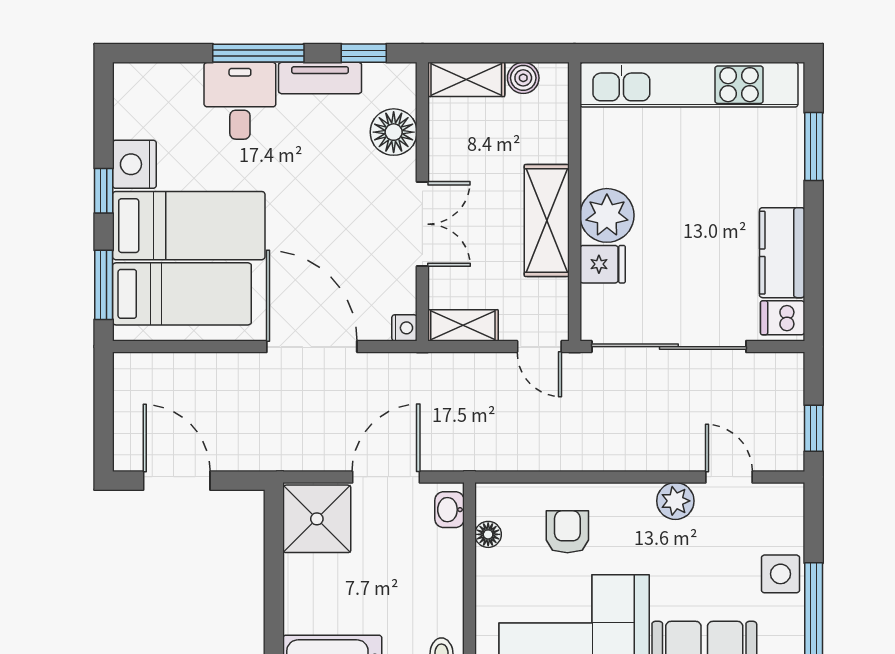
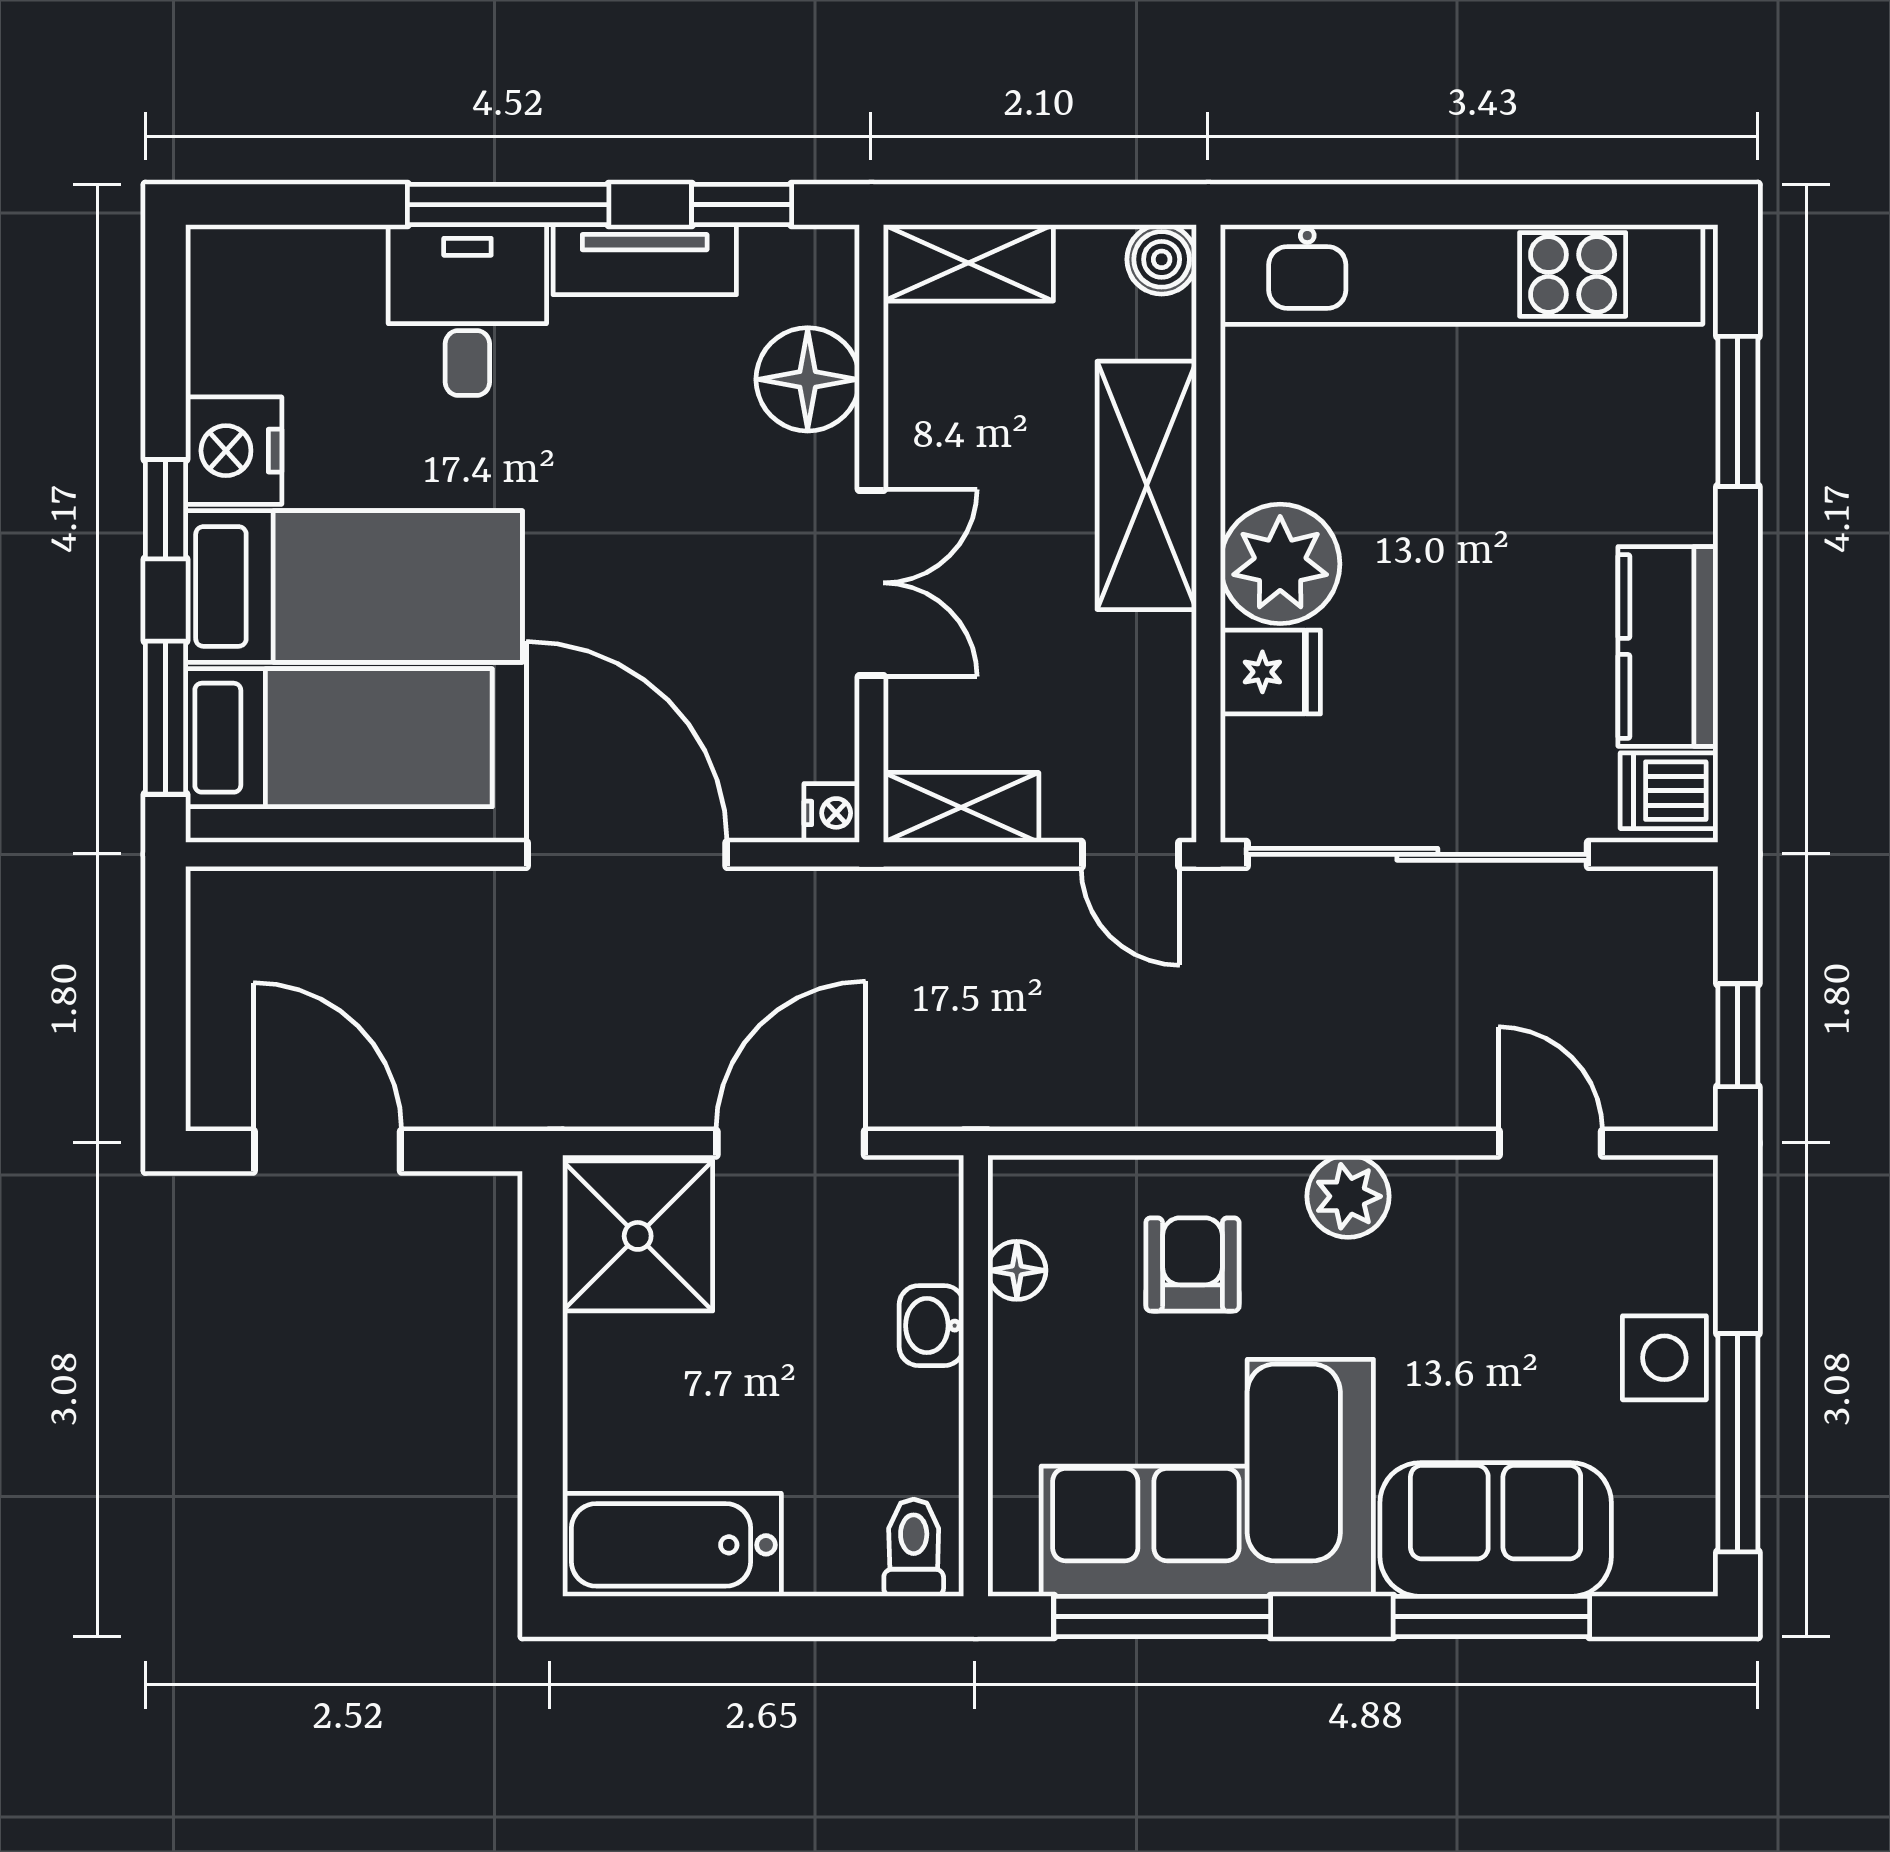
boiler: (523, 78) -> (1162, 259), moved
shelving: (547, 220) -> (1147, 485), moved
plant: (675, 501) -> (1348, 1196), moved
washbasin: (450, 510) -> (931, 1326), moved

